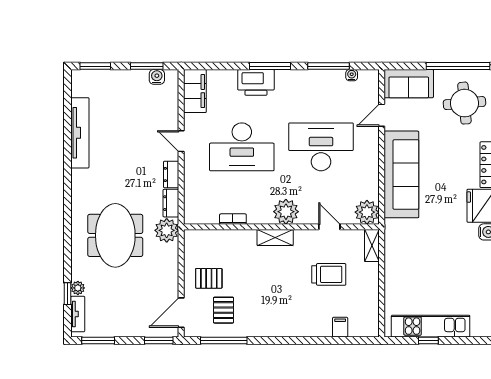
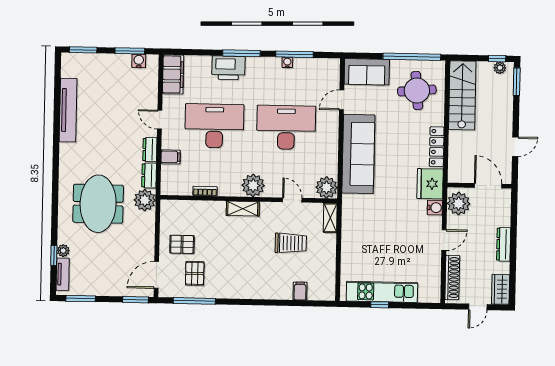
water cooler: (352, 75) -> (287, 62), moved
desk: (242, 147) -> (214, 126), turned 180
filing cabinet: (194, 182) -> (171, 157), added

